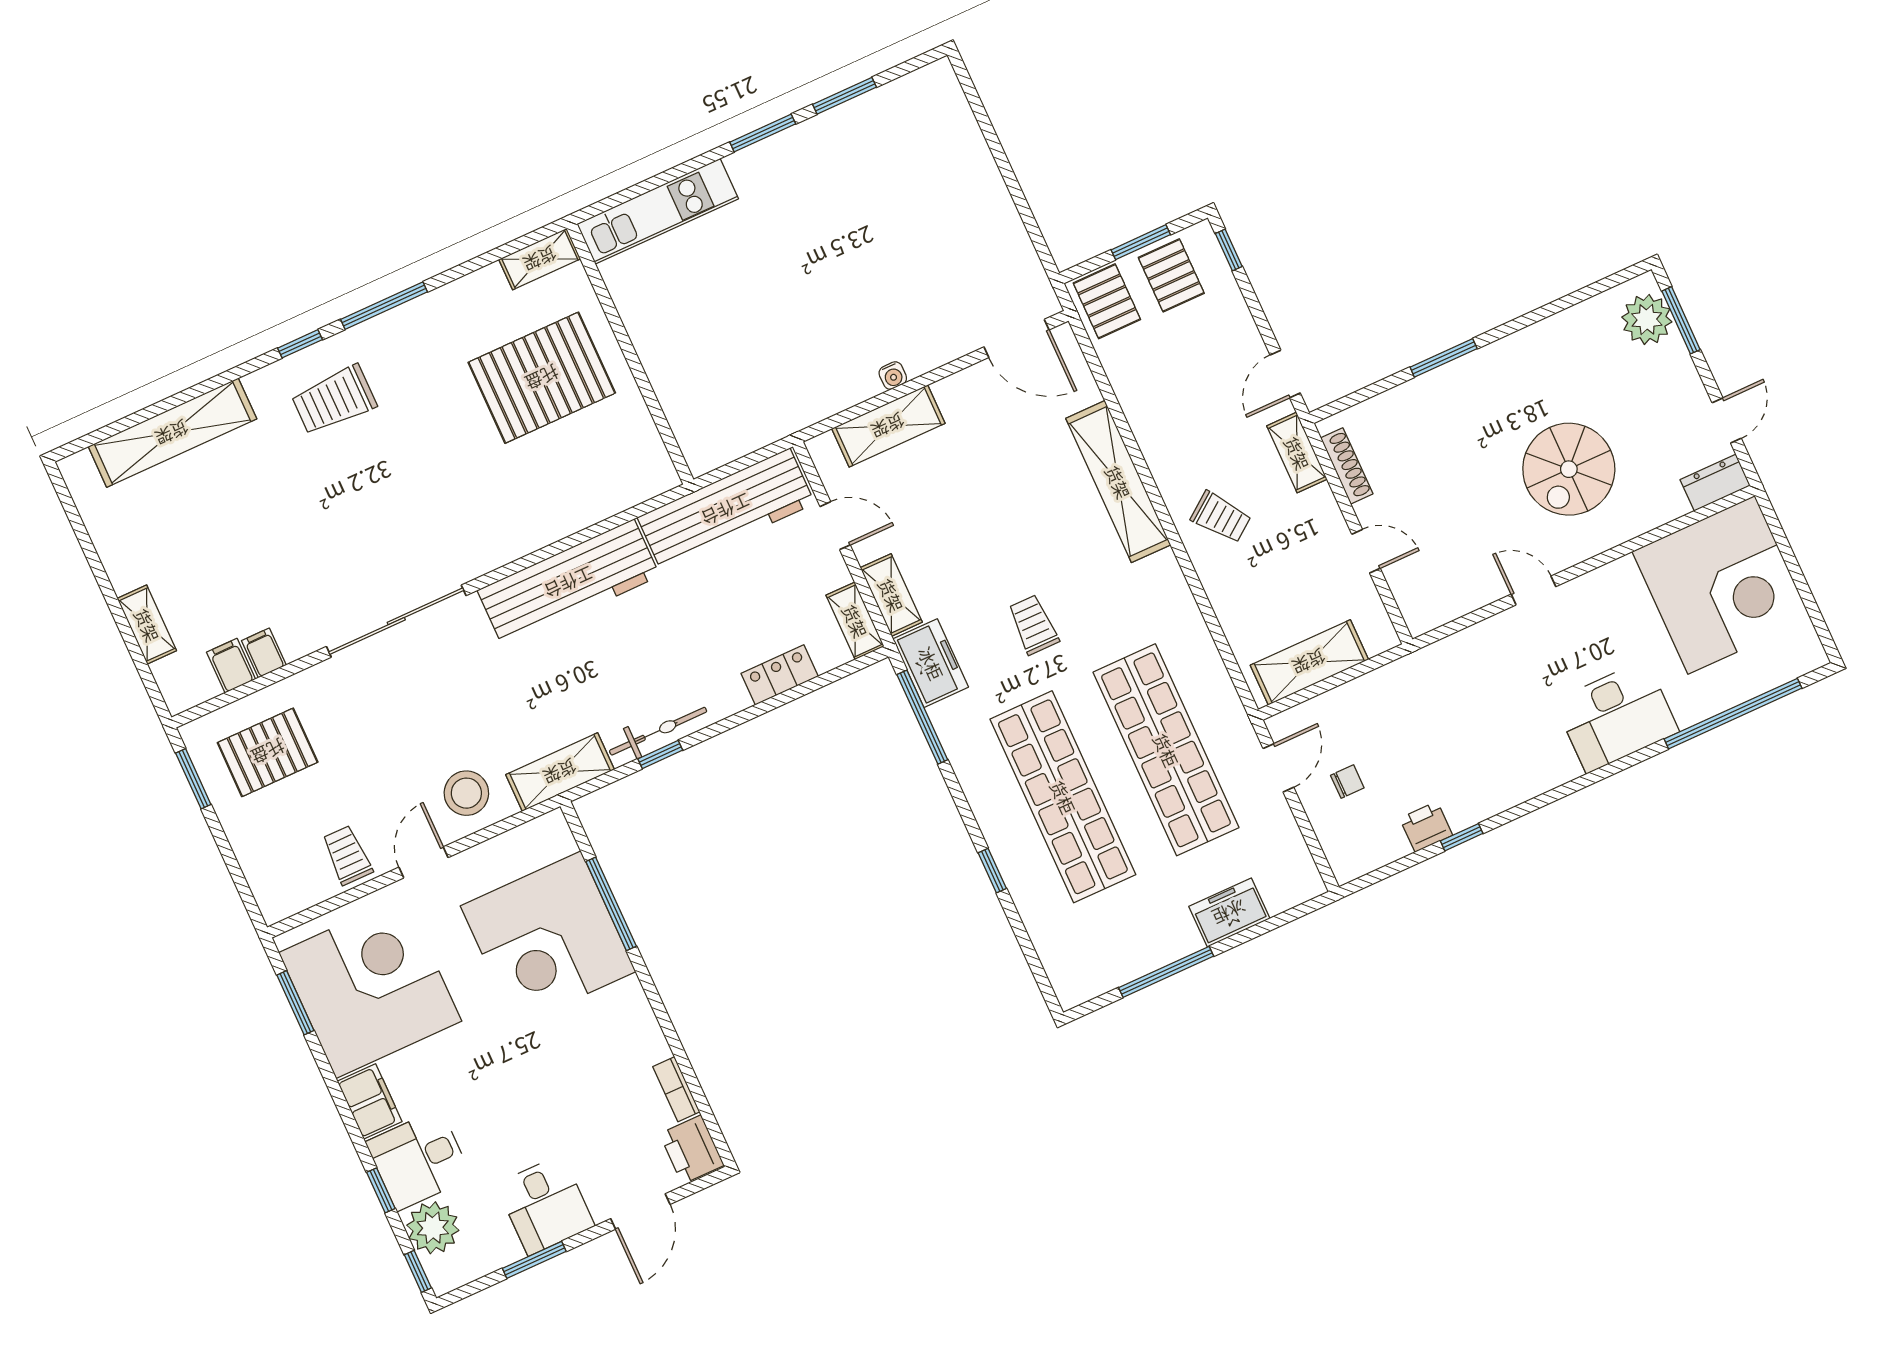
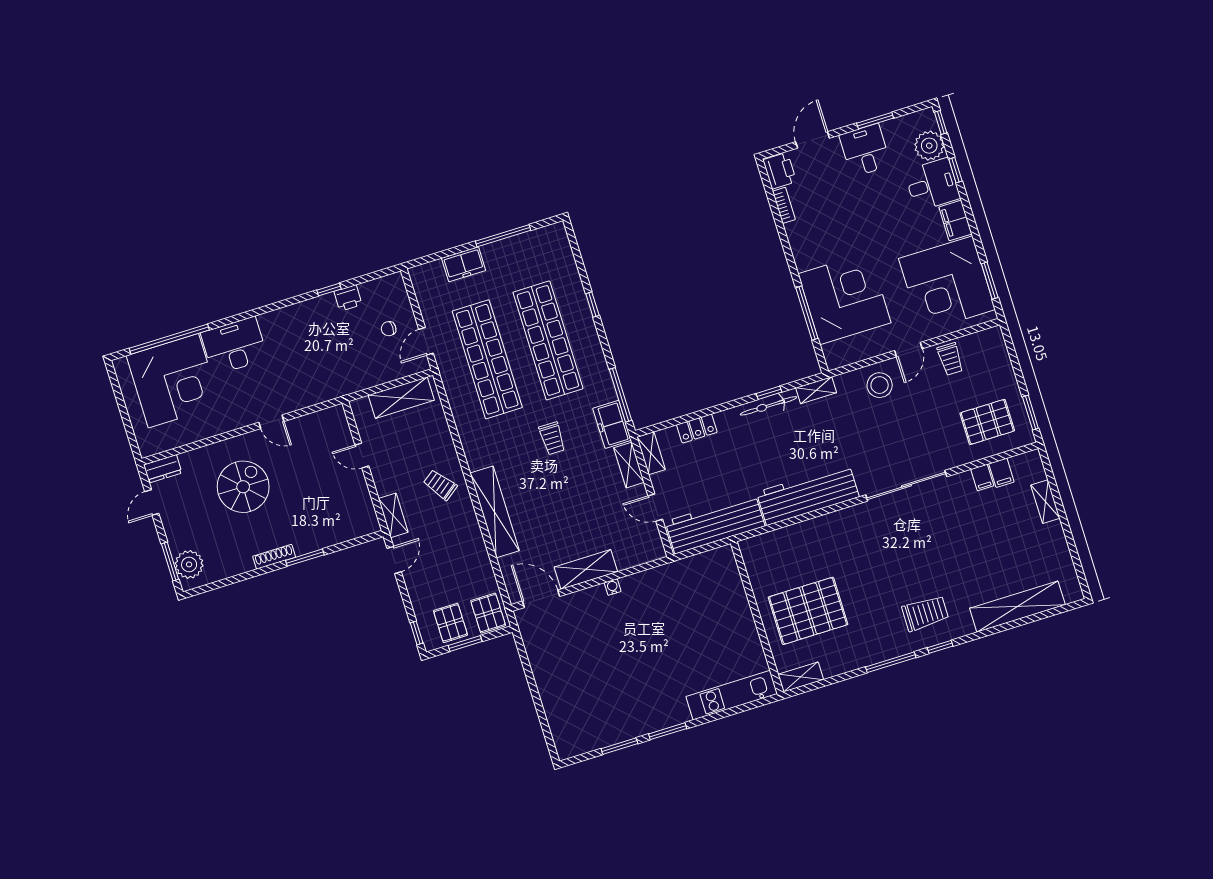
shelving: (888, 426) -> (586, 569), moved
shoe rack: (1347, 466) -> (274, 557), moved, turned 90
corner desk: (1721, 585) -> (173, 381), moved, turned 180
shelving: (560, 772) -> (816, 390), width x0.67, depth x0.75

